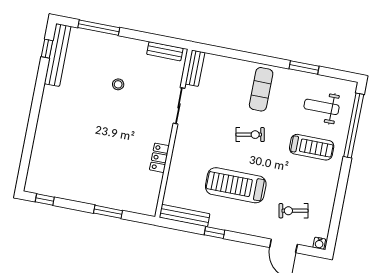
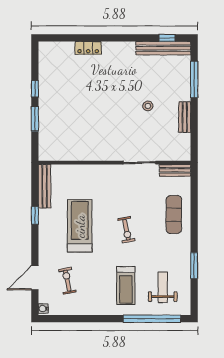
bench: (165, 51) -> (185, 117), moved
exercise mat: (261, 89) -> (174, 215), moved, turned 90
locker: (159, 158) -> (88, 48), moved, turned 180
window: (45, 199) -> (35, 89), moved

